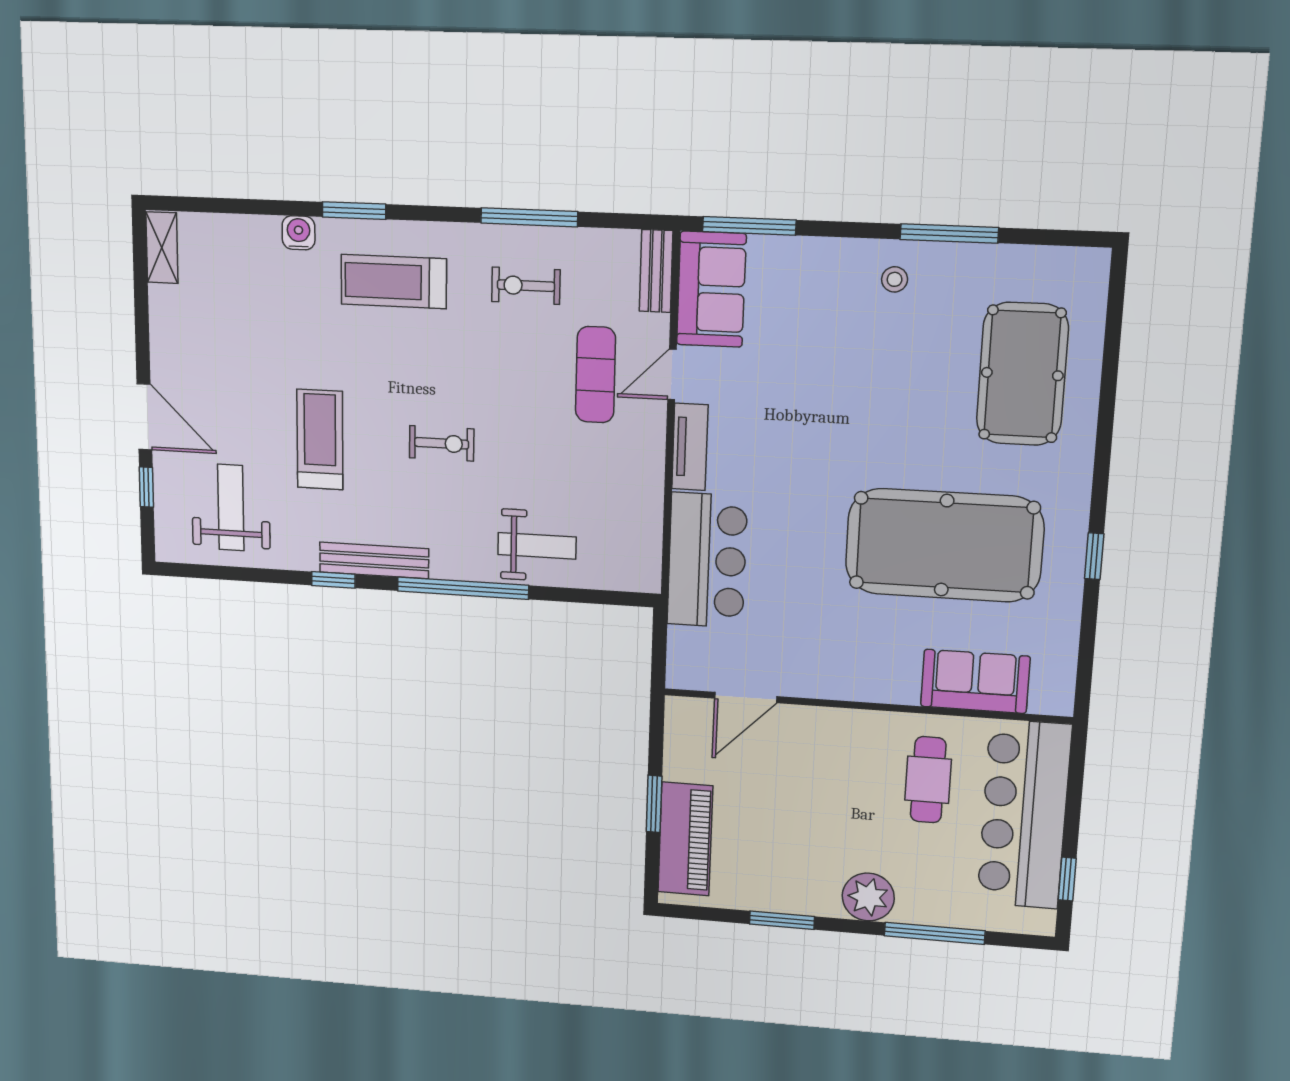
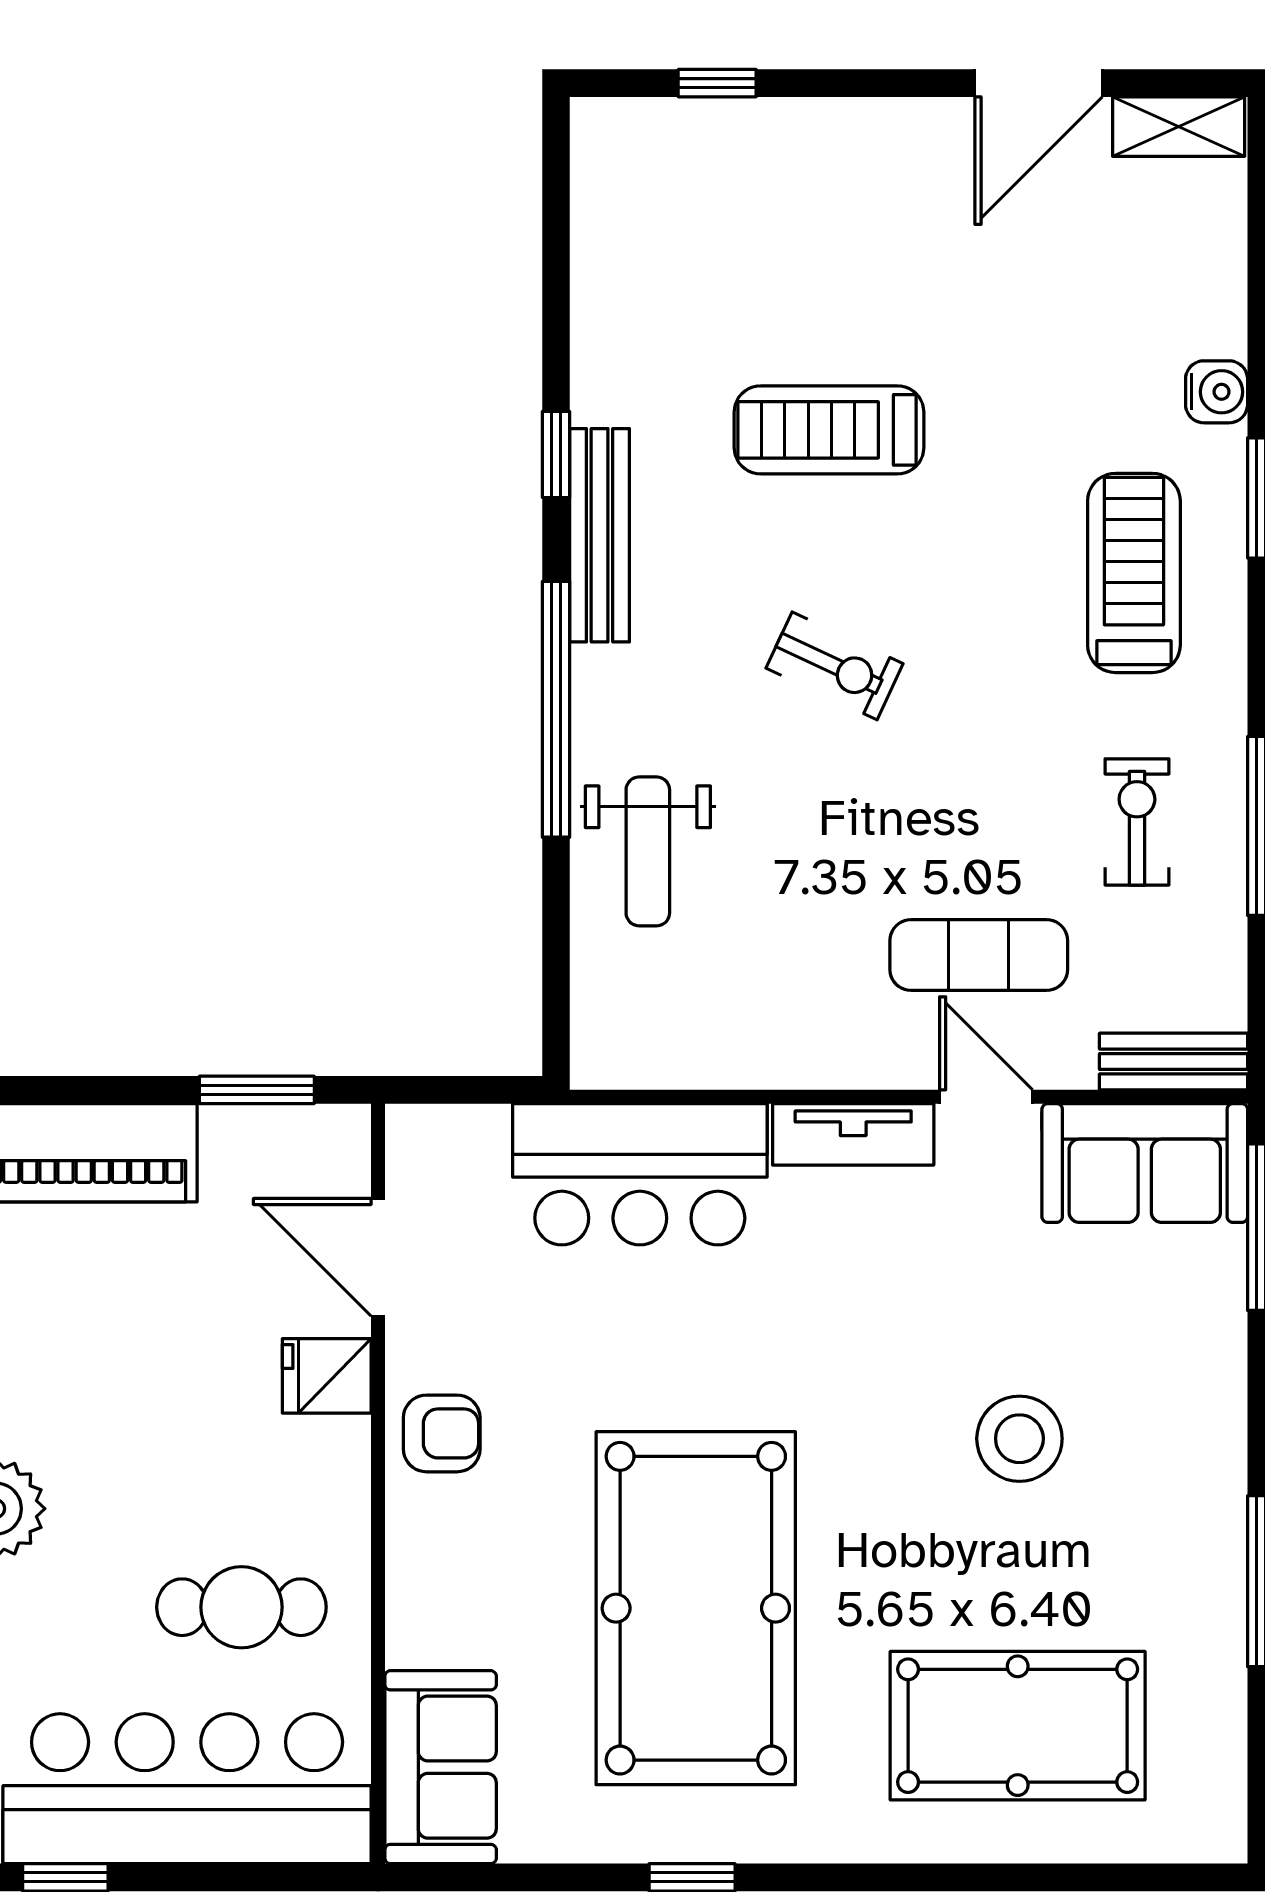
stool: (895, 279) -> (1019, 1439), moved, width x1.89, depth x1.89
door: (144, 417) -> (1039, 83), moved
treadmill: (320, 440) -> (829, 430), turned 180
exercise bike: (442, 443) -> (835, 666), turned -65
weight bench: (231, 508) -> (686, 252), removed
armchair: (841, 672) -> (442, 1433), added
sofa: (975, 681) -> (441, 1767), moved
fridge: (807, 728) -> (327, 1376), added
window: (654, 804) -> (257, 1090), moved

